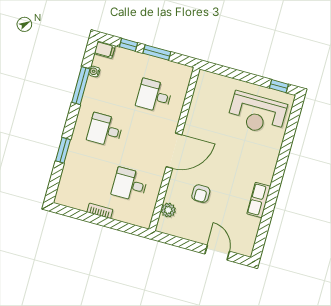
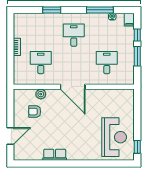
reception desk: (257, 114) -> (114, 137), turned 180
armchair: (201, 194) -> (35, 112), moved
plant: (168, 210) -> (41, 94), moved

